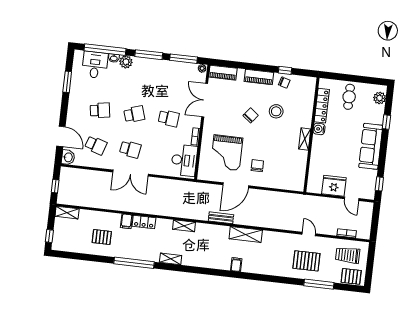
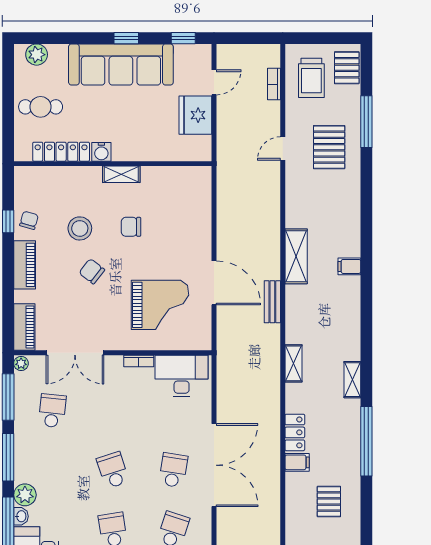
school desk: (169, 118) -> (52, 411), moved
window: (386, 122) -> (126, 38), moved
sofa: (371, 146) -> (121, 64), width x1.36, depth x1.27
chair: (257, 166) -> (131, 227), moved
double door: (130, 173) -> (214, 465), width x1.36

